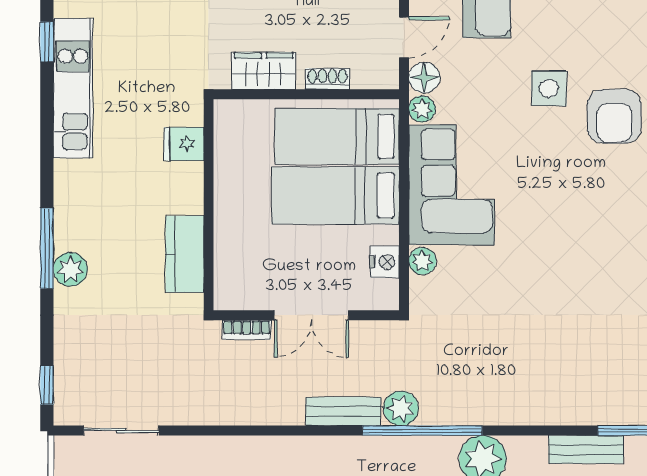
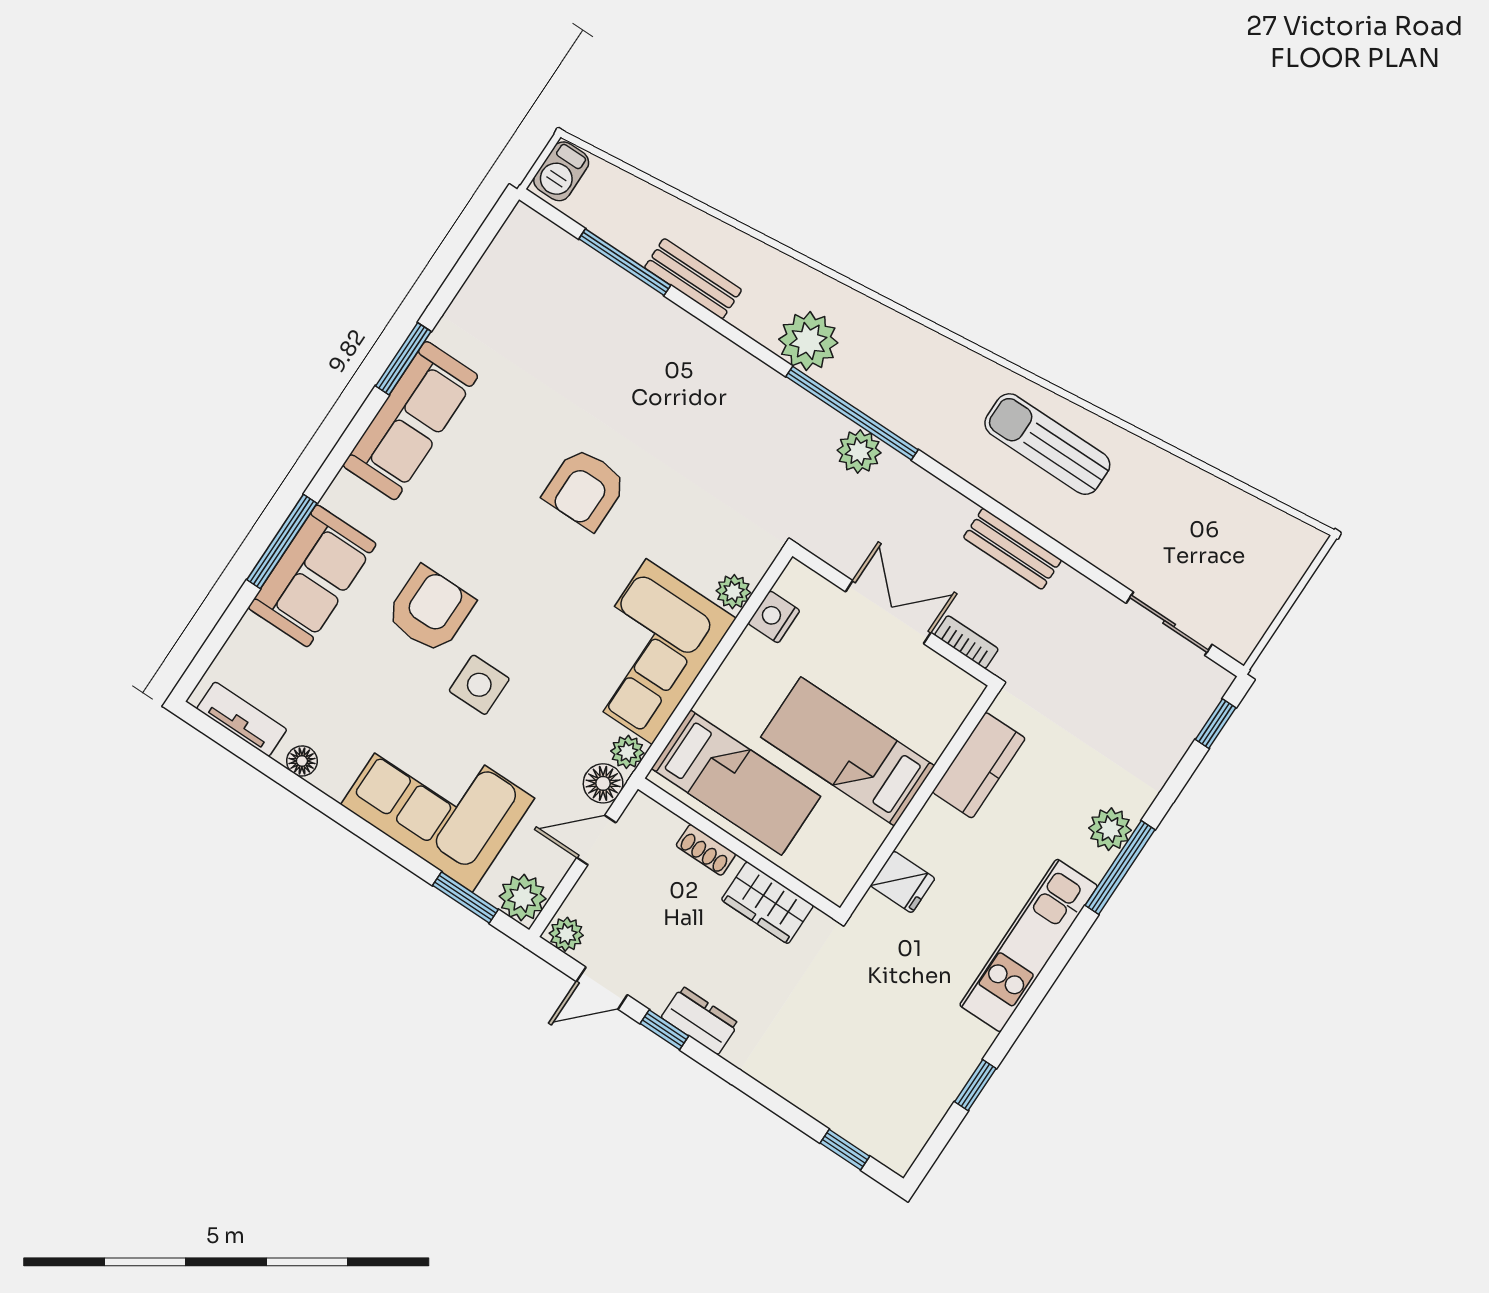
kitchen unit: (73, 88) -> (1029, 945), moved
bed: (335, 196) -> (848, 751), moved, turned 180
armchair: (565, 264) -> (585, 489), added
bench: (343, 411) -> (1012, 549), moved

